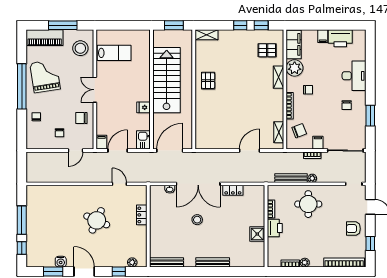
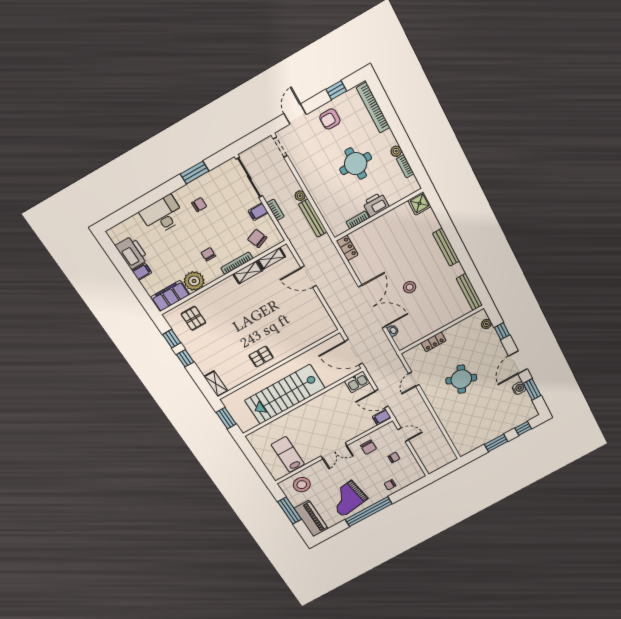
shelving: (278, 77) -> (248, 272), moved
fridge: (144, 107) -> (325, 400), removed
locker: (233, 190) -> (347, 248), moved
round table: (308, 204) -> (356, 164), moved
window: (22, 220) -> (496, 443), width x0.69
armchair: (353, 229) -> (330, 119), turned 89
shower: (257, 234) -> (419, 203), moved

